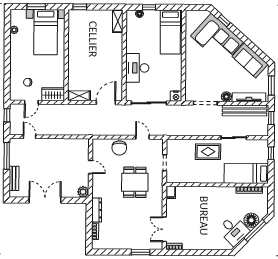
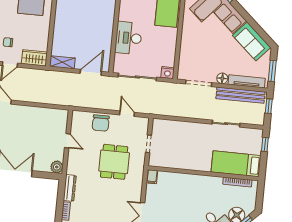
rug: (208, 152) -> (197, 136), removed

